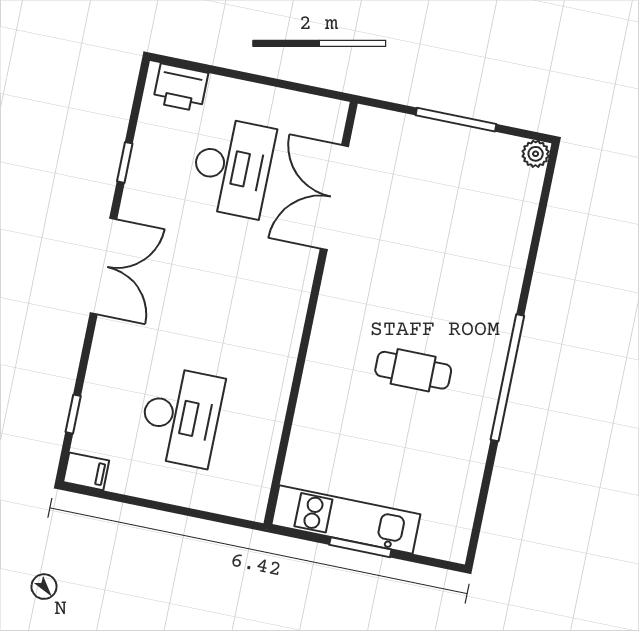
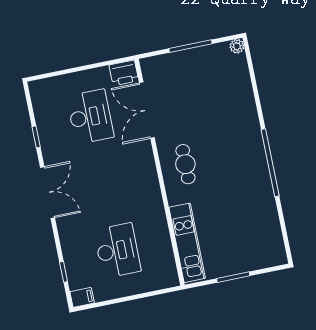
printer: (181, 88) -> (124, 73), moved
cafe table: (413, 370) -> (185, 164), moved, turned 90
kitchen unit: (346, 519) -> (187, 243), moved, turned 90

